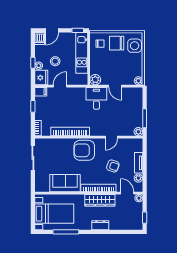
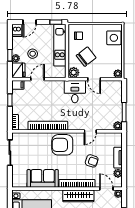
chair: (117, 43) -> (86, 57), moved, turned 142

